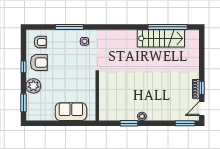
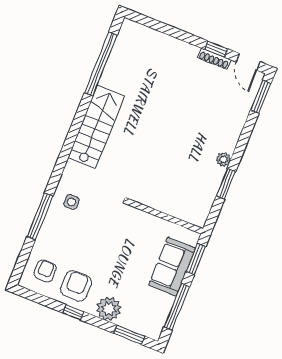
stairs: (161, 38) -> (96, 127), moved
window: (50, 123) -> (177, 307), added
window: (80, 123) -> (196, 259), added

